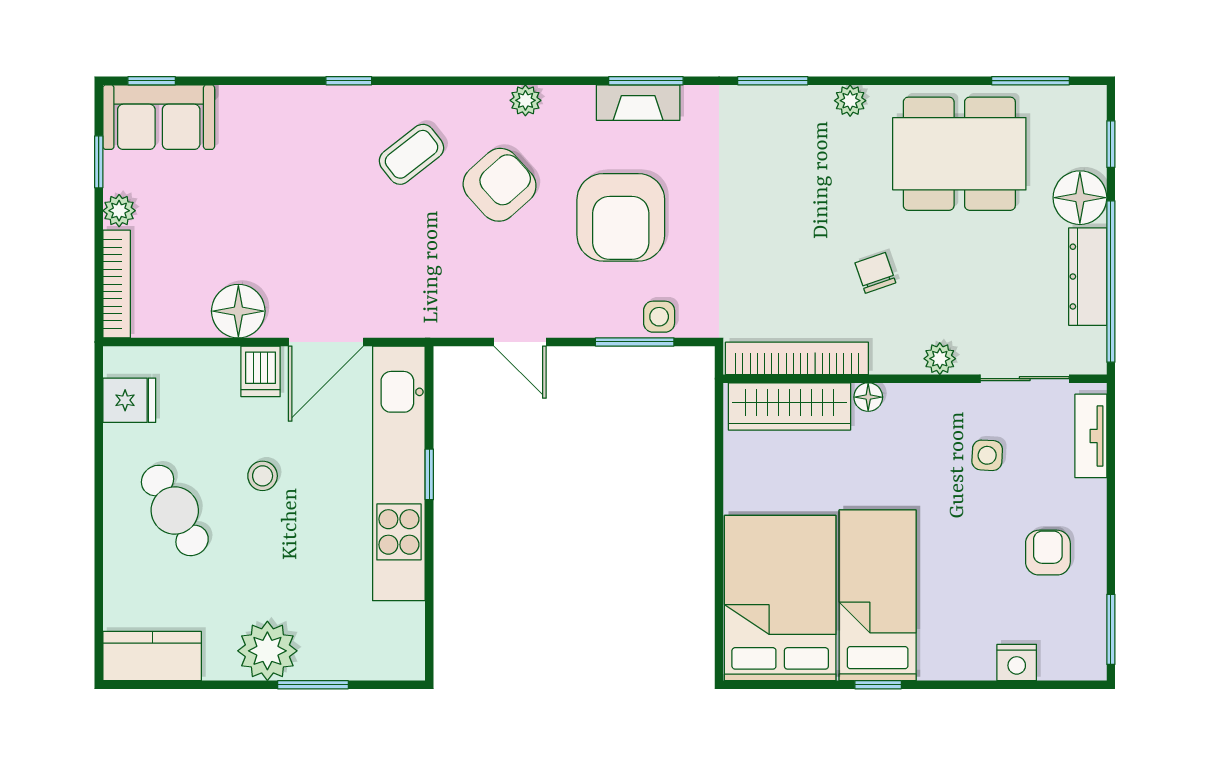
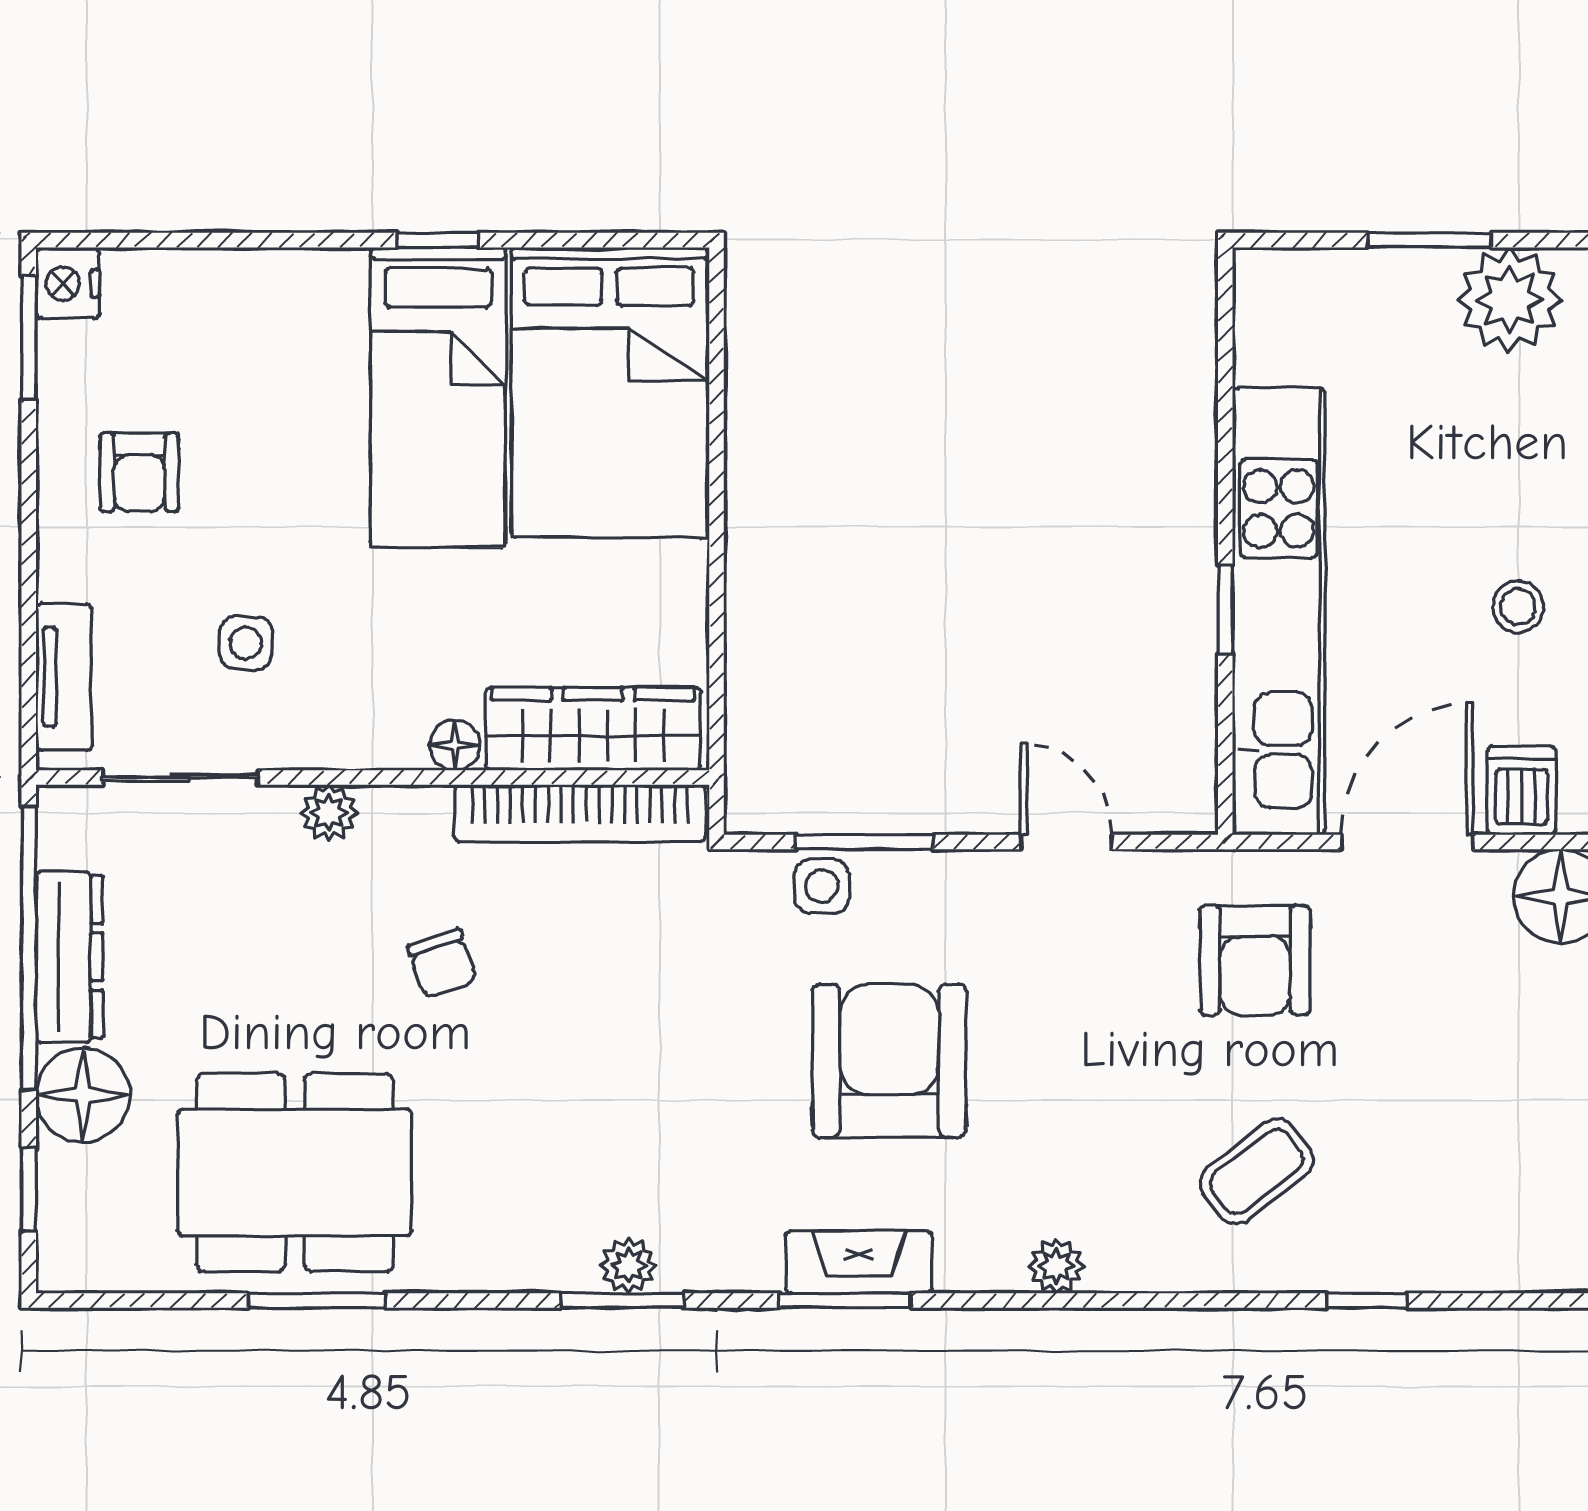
window: (1030, 81) -> (317, 1301), moved
plant: (850, 101) -> (629, 1266), moved
armchair: (500, 185) -> (1255, 960), moved, turned -48
nightstand: (1017, 663) -> (68, 283), moved, turned -90

